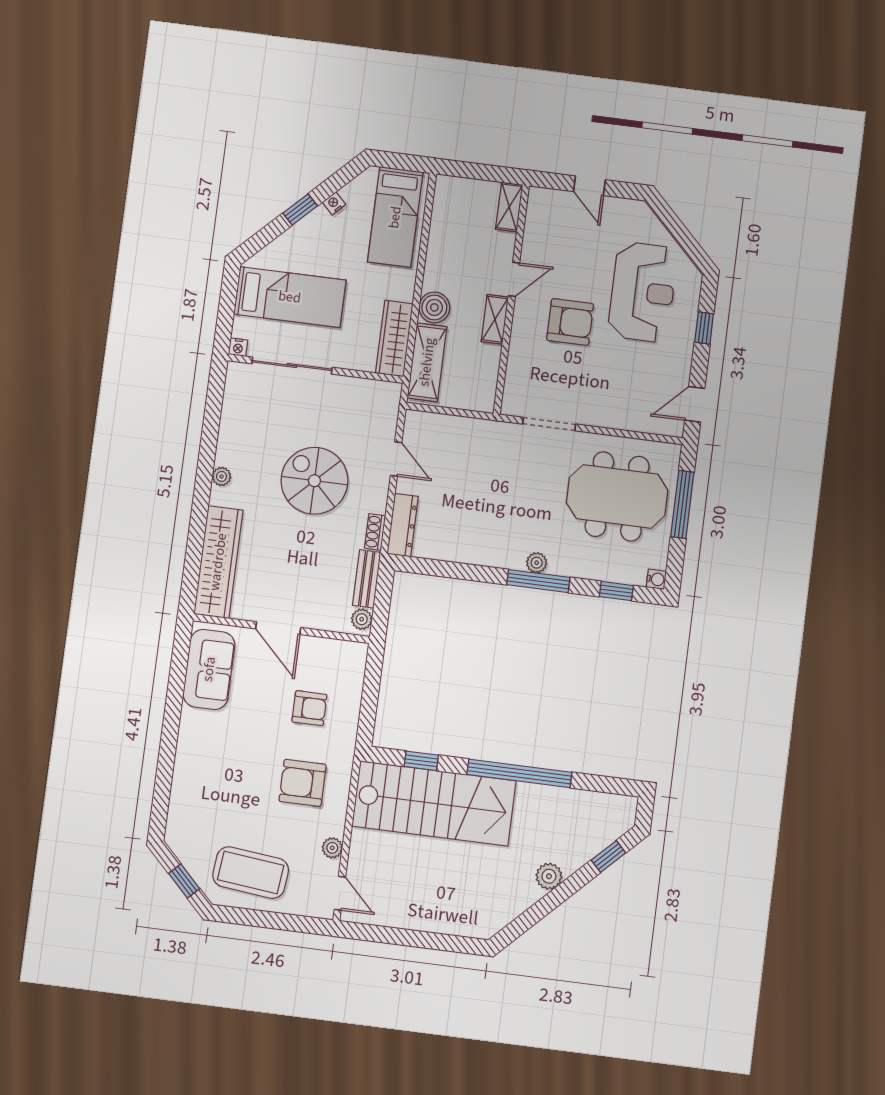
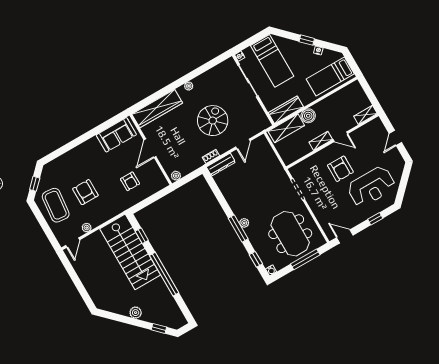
bench: (367, 579) -> (192, 166), removed
armchair: (303, 783) -> (85, 192), moved

